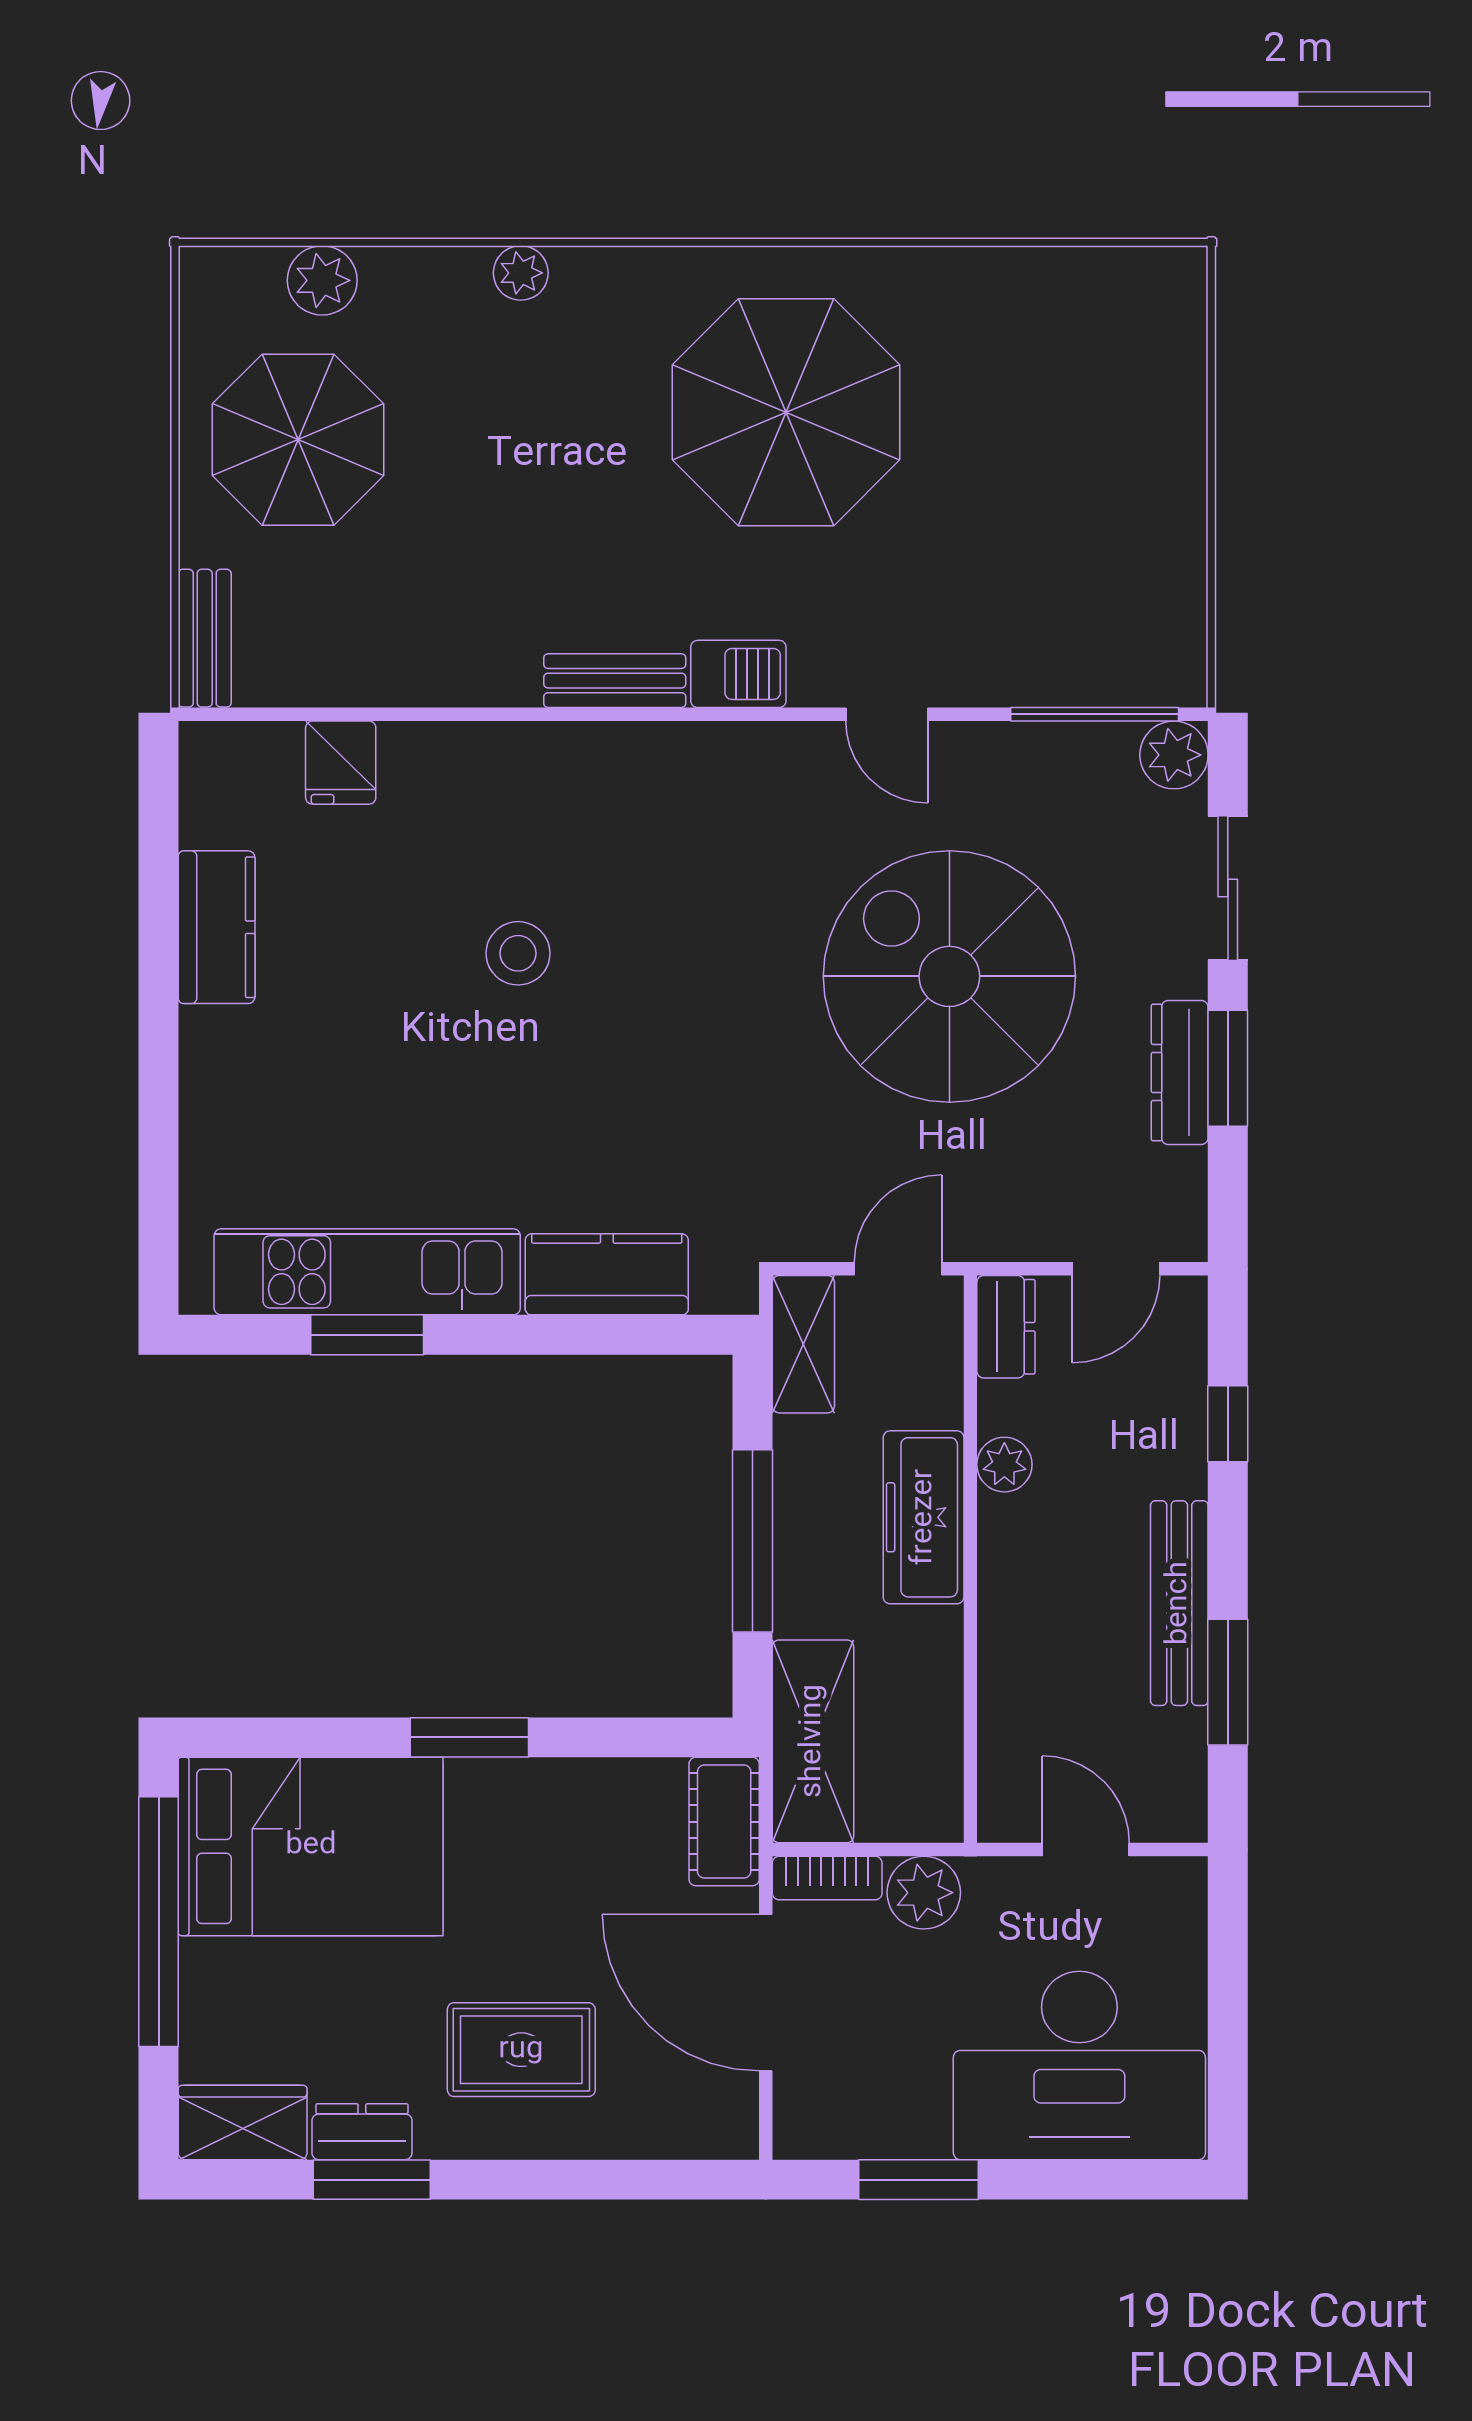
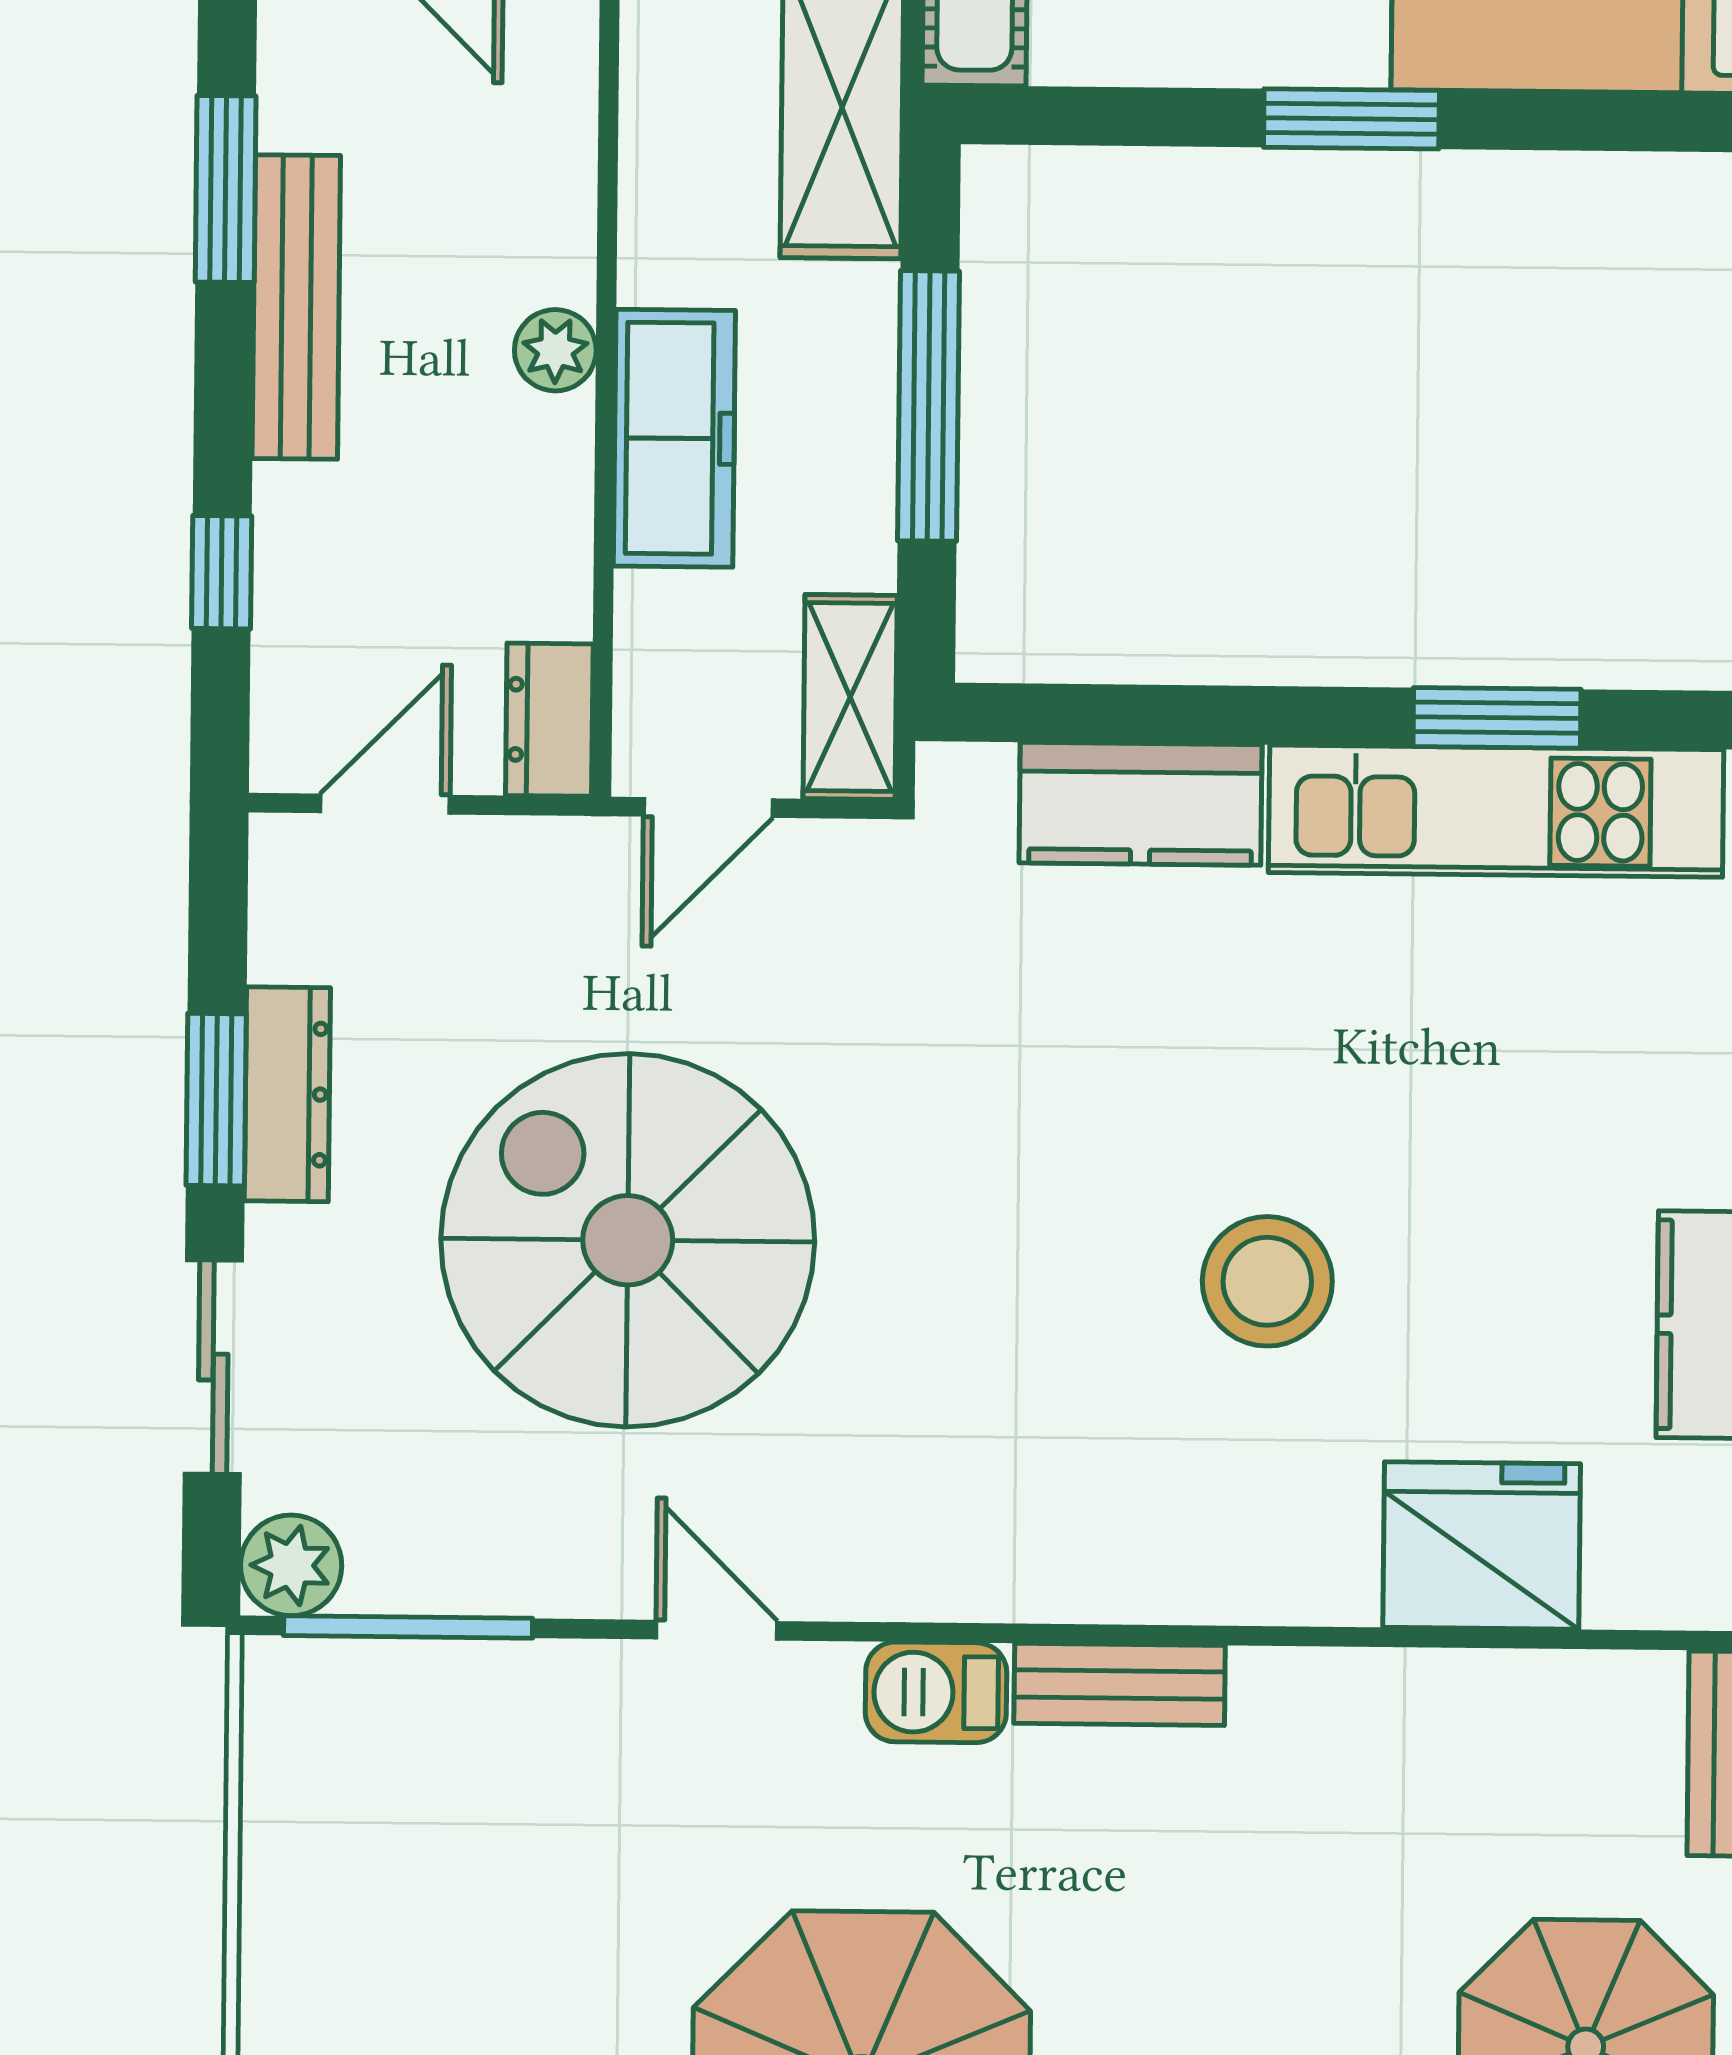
fridge: (341, 763) -> (1482, 1546), width x1.88, depth x1.34
stool: (518, 953) -> (1267, 1281), width x1.38, depth x1.38
spiral stairs: (949, 976) -> (628, 1240), turned 180
plant: (1004, 1465) -> (555, 350), moved

